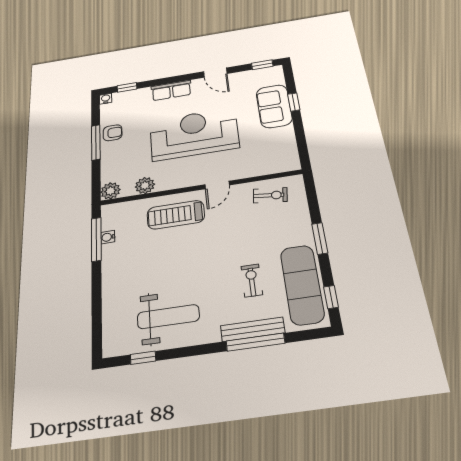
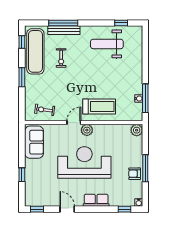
sofa: (274, 106) -> (34, 142), moved
reception desk: (194, 134) -> (84, 162), turned 180
plant: (145, 186) -> (87, 130), moved

